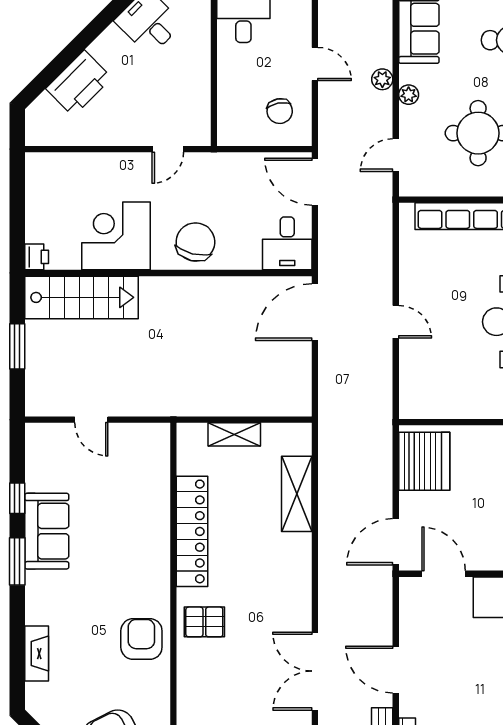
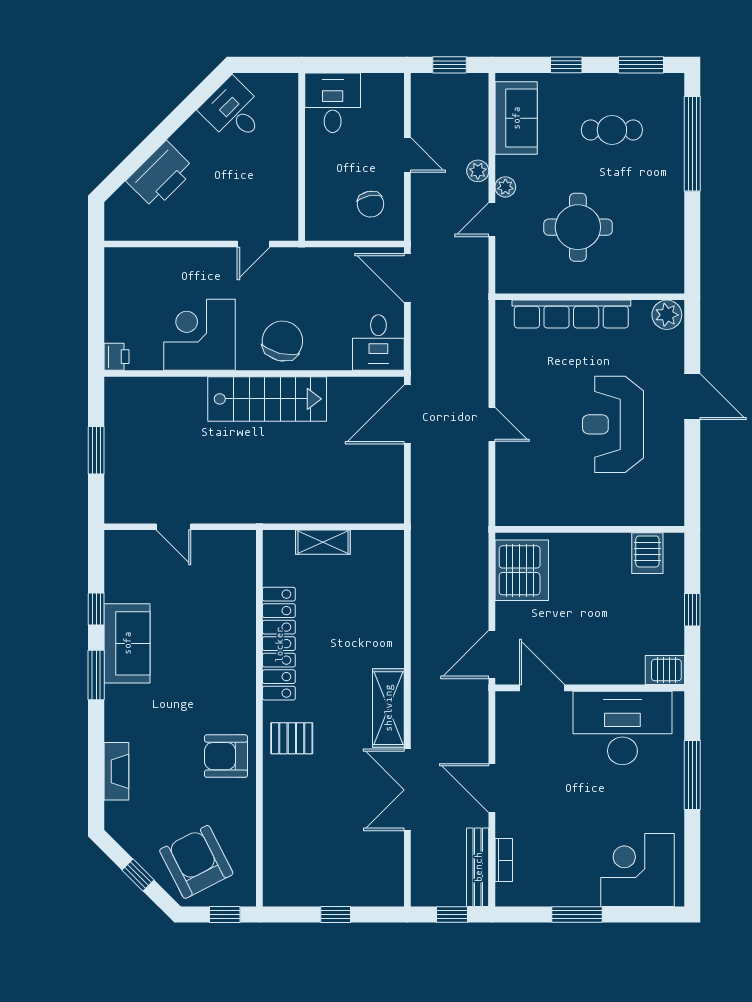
door: (396, 155) -> (492, 220), moved
stairs: (81, 297) -> (267, 399), moved
shelving: (297, 494) -> (388, 708), moved
armchair: (141, 639) -> (226, 756), turned -90

